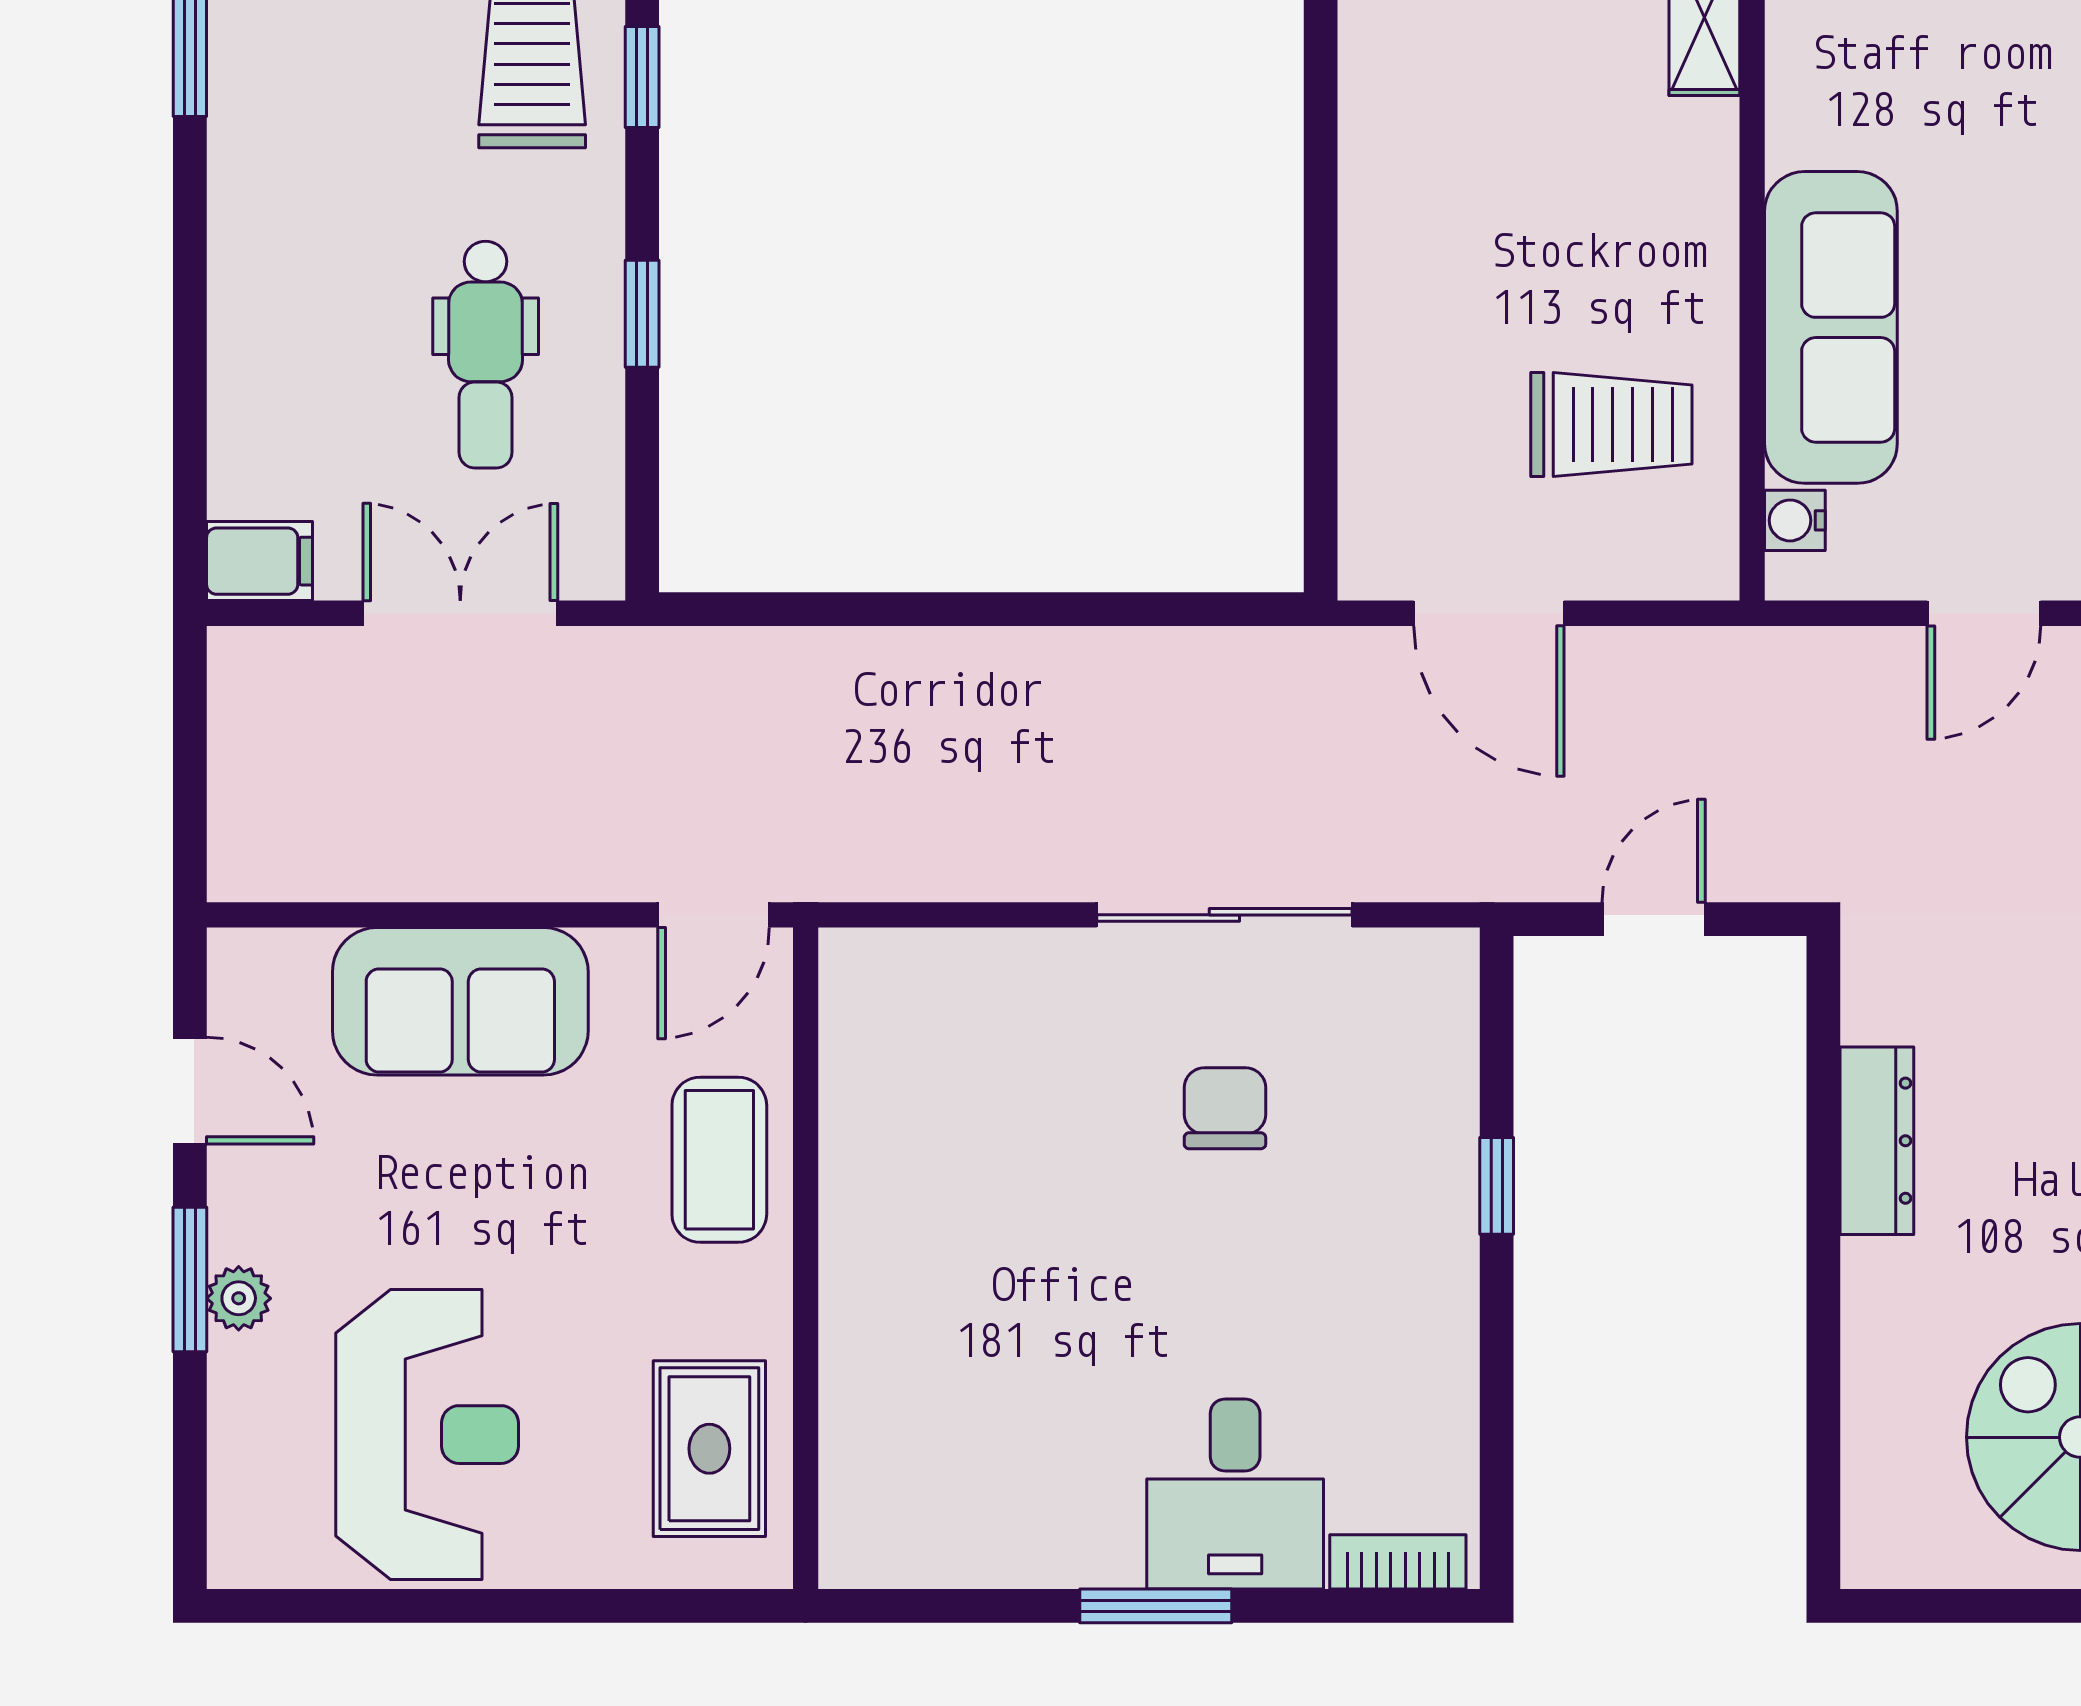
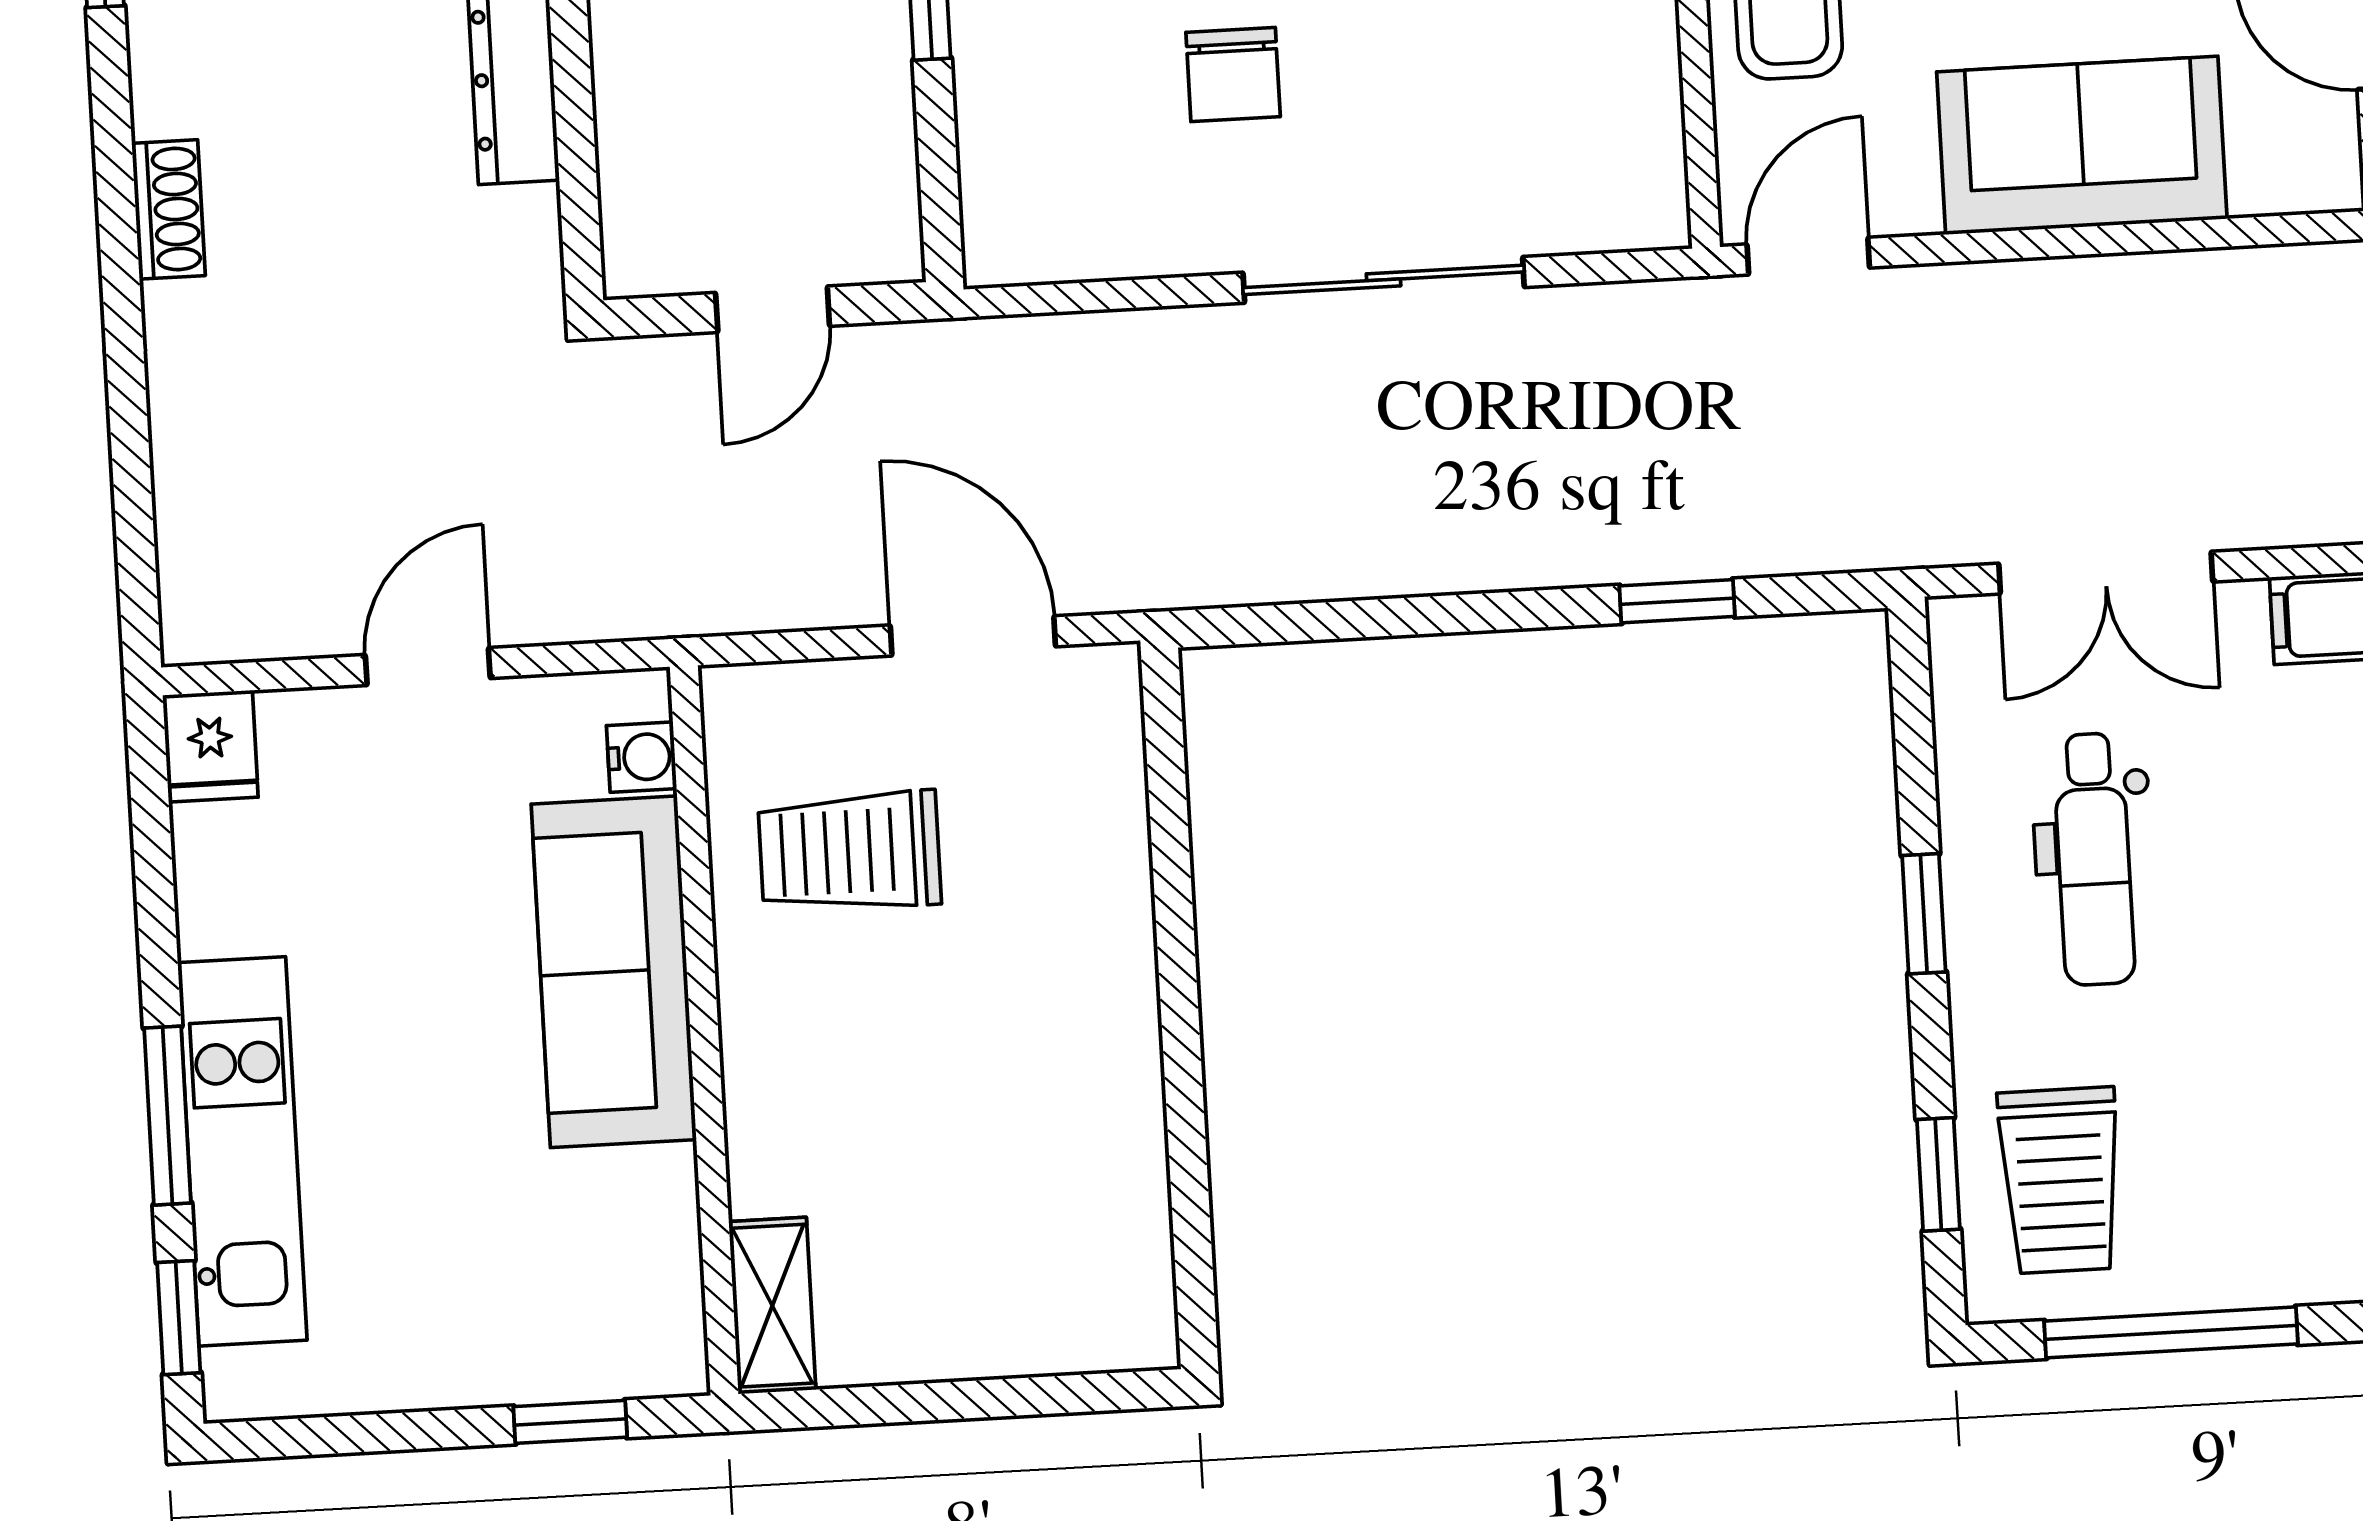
dental chair: (486, 355) -> (2094, 859), turned 180
window: (850, 609) -> (1677, 601), added
sliding door: (1224, 915) -> (1384, 280), moved

